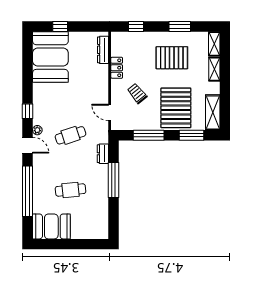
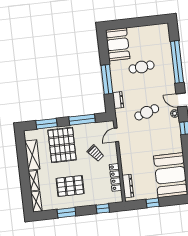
window: (60, 27) -> (153, 203), moved
locker: (117, 68) -> (115, 177), width x1.53
door: (110, 112) -> (116, 135), swing flipped
shelving: (213, 112) -> (32, 155), moved
booth: (51, 226) -> (118, 44), moved, turned 90

